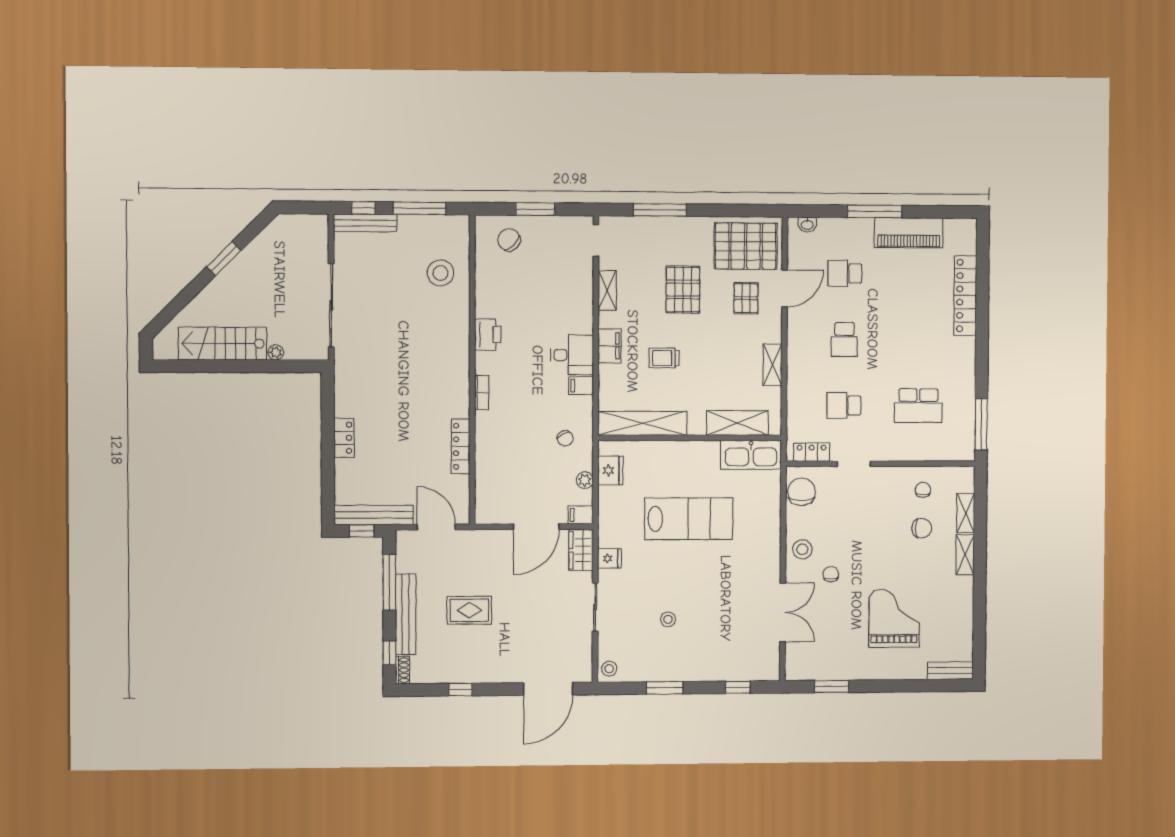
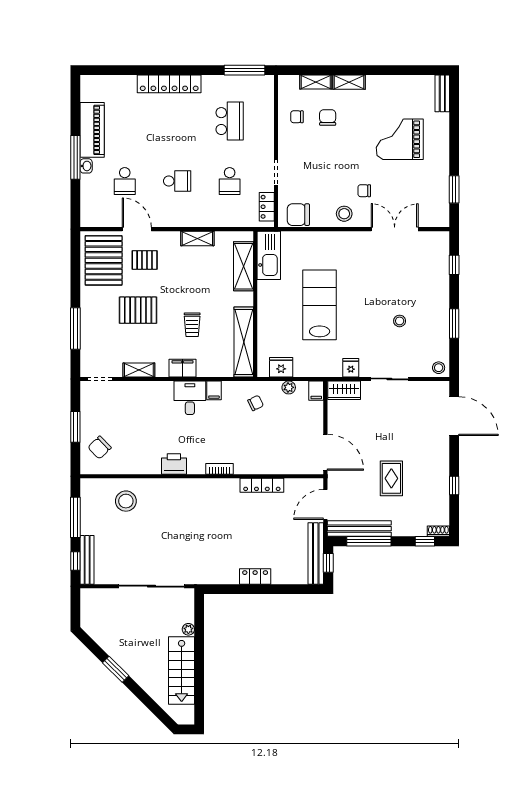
washbasin: (807, 224) -> (86, 166), moved
locker: (965, 296) -> (169, 84), moved
door: (536, 527) -> (325, 452), moved
bench: (406, 614) -> (359, 529), moved

